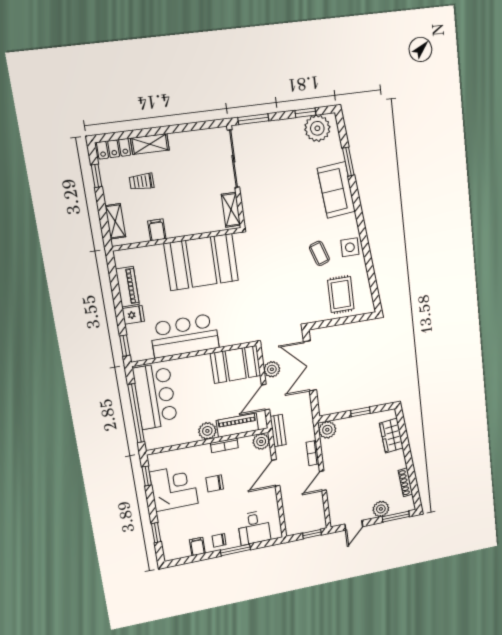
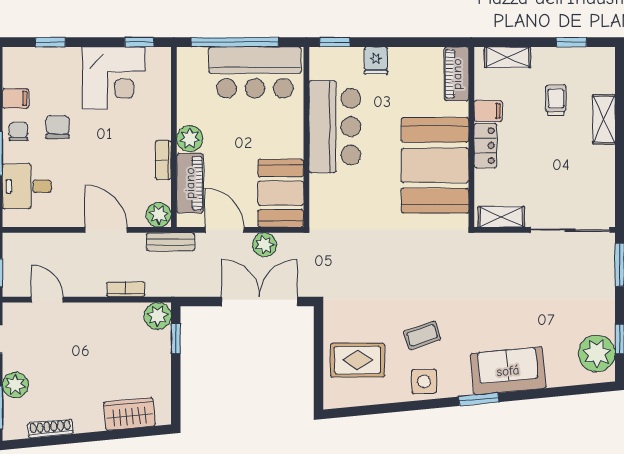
locker: (114, 149) -> (486, 146), moved, turned 180
window: (348, 162) -> (479, 399), moved
piano: (127, 287) -> (457, 74), moved, turned 90
window: (360, 412) -> (176, 339), moved
door: (323, 481) -> (47, 300), moved
chair: (215, 483) -> (58, 127), moved

